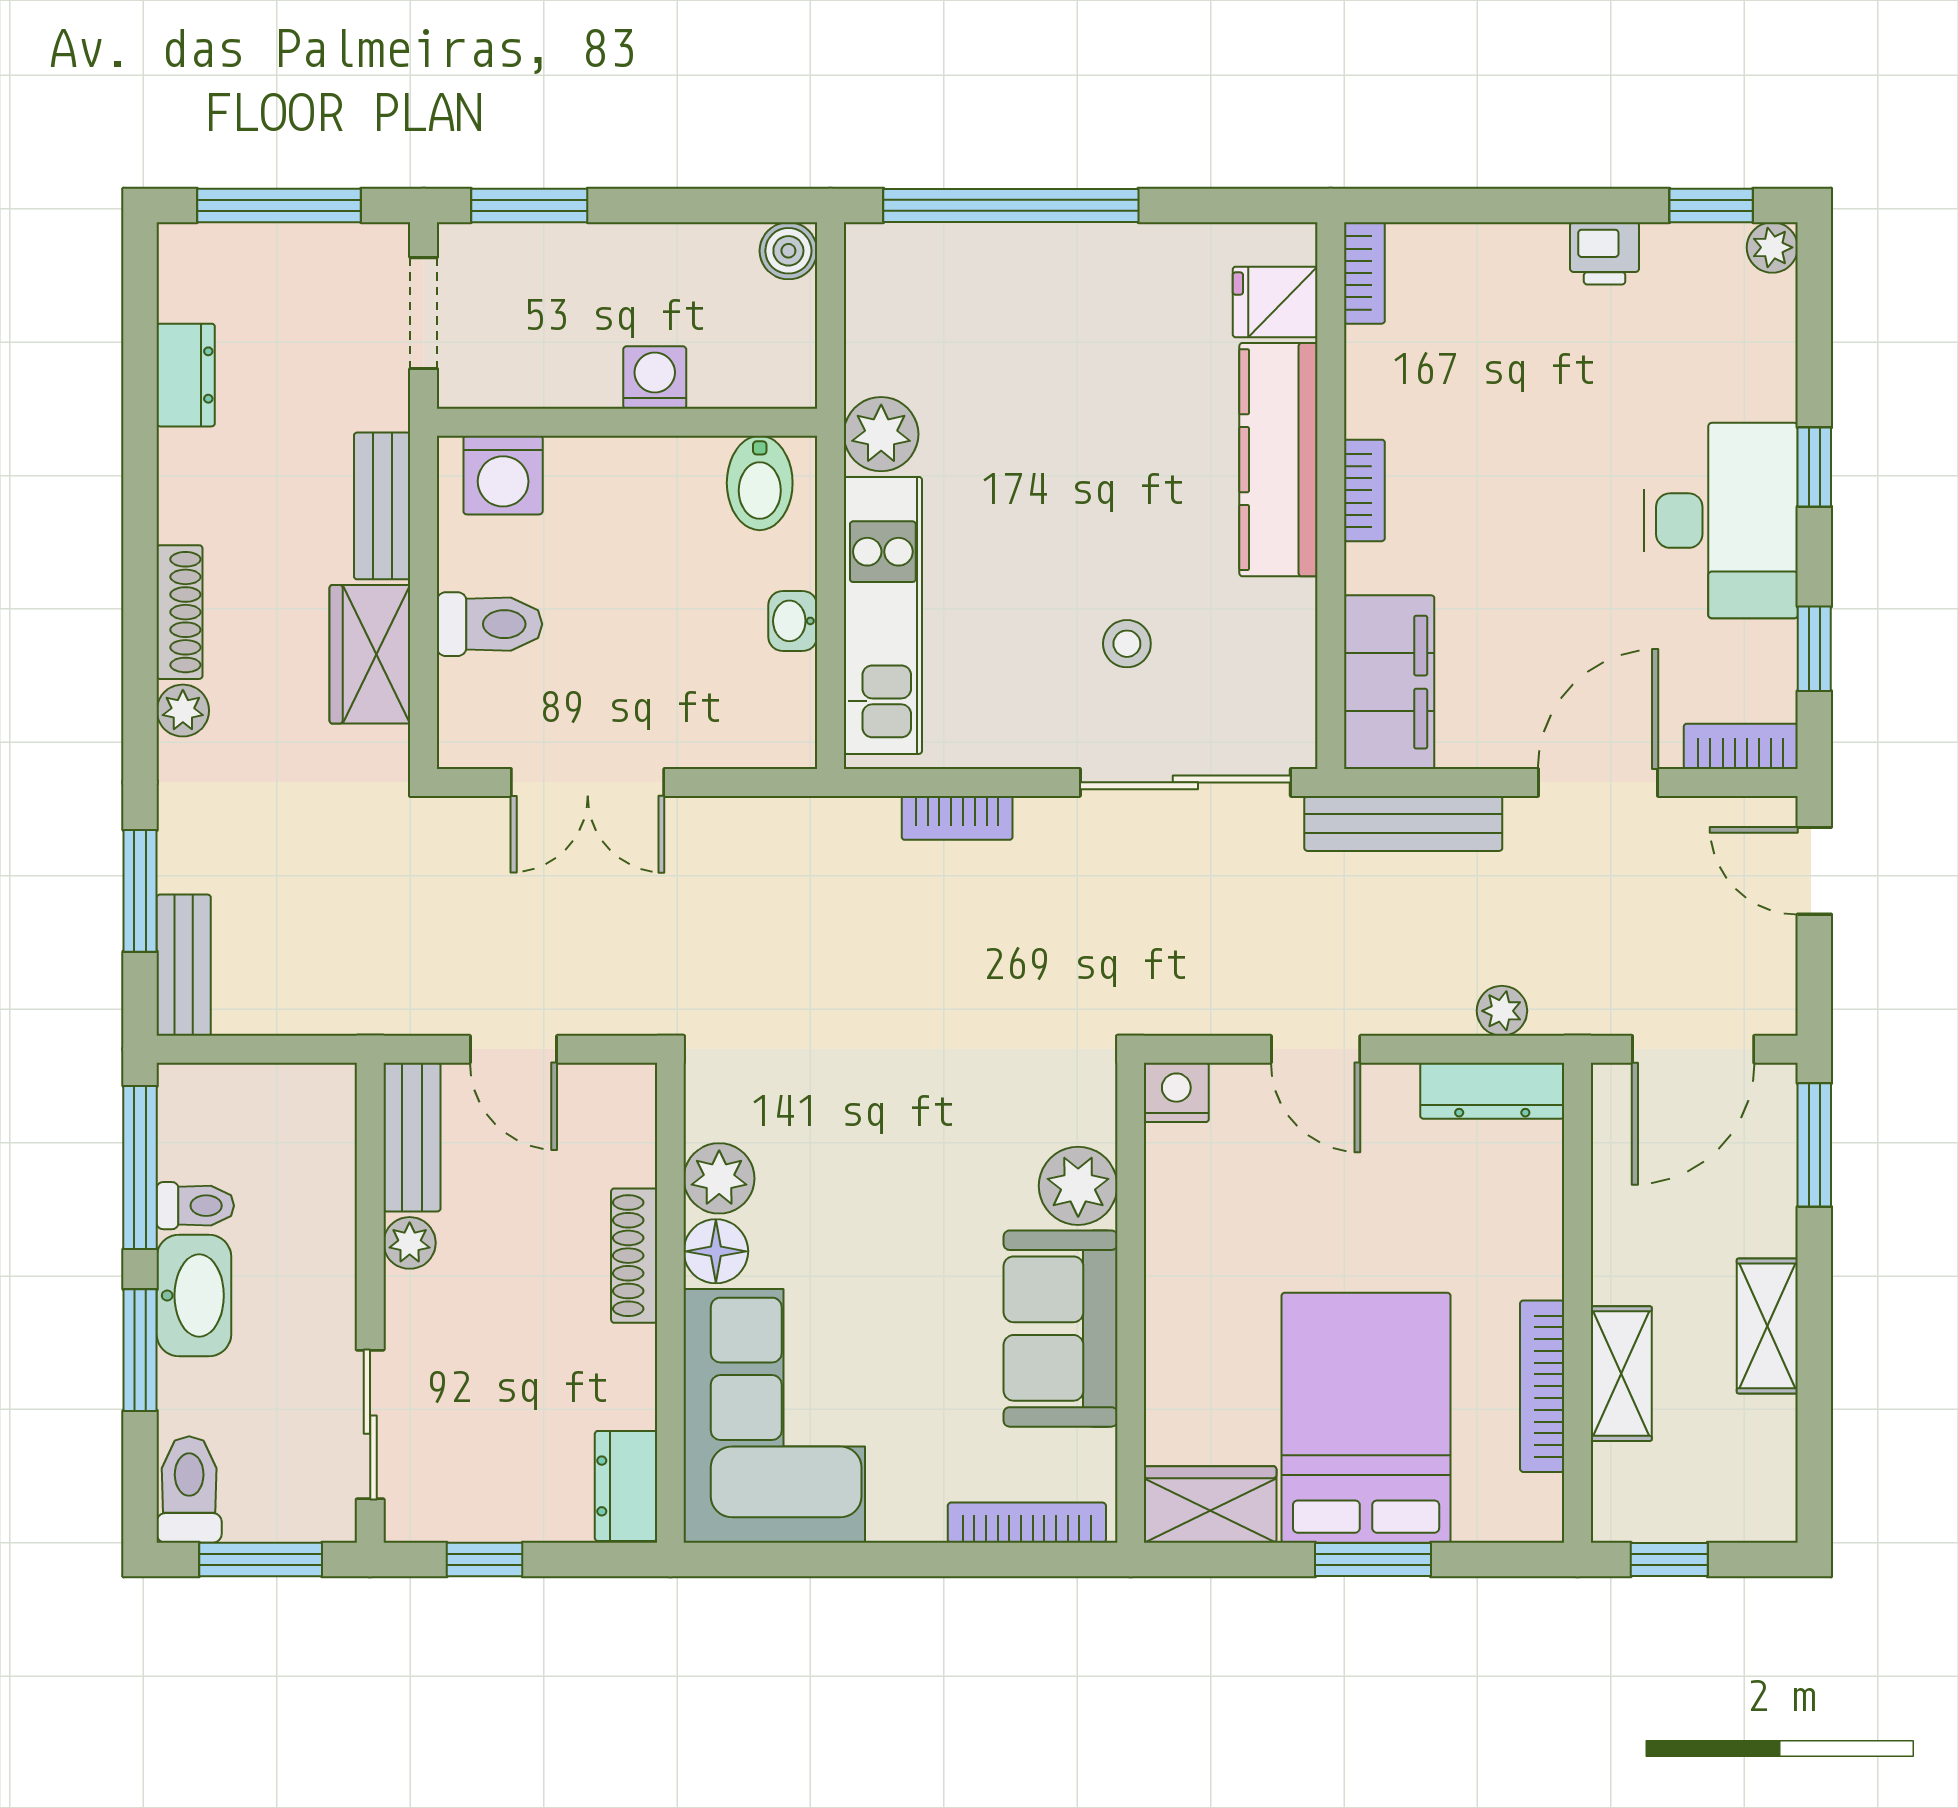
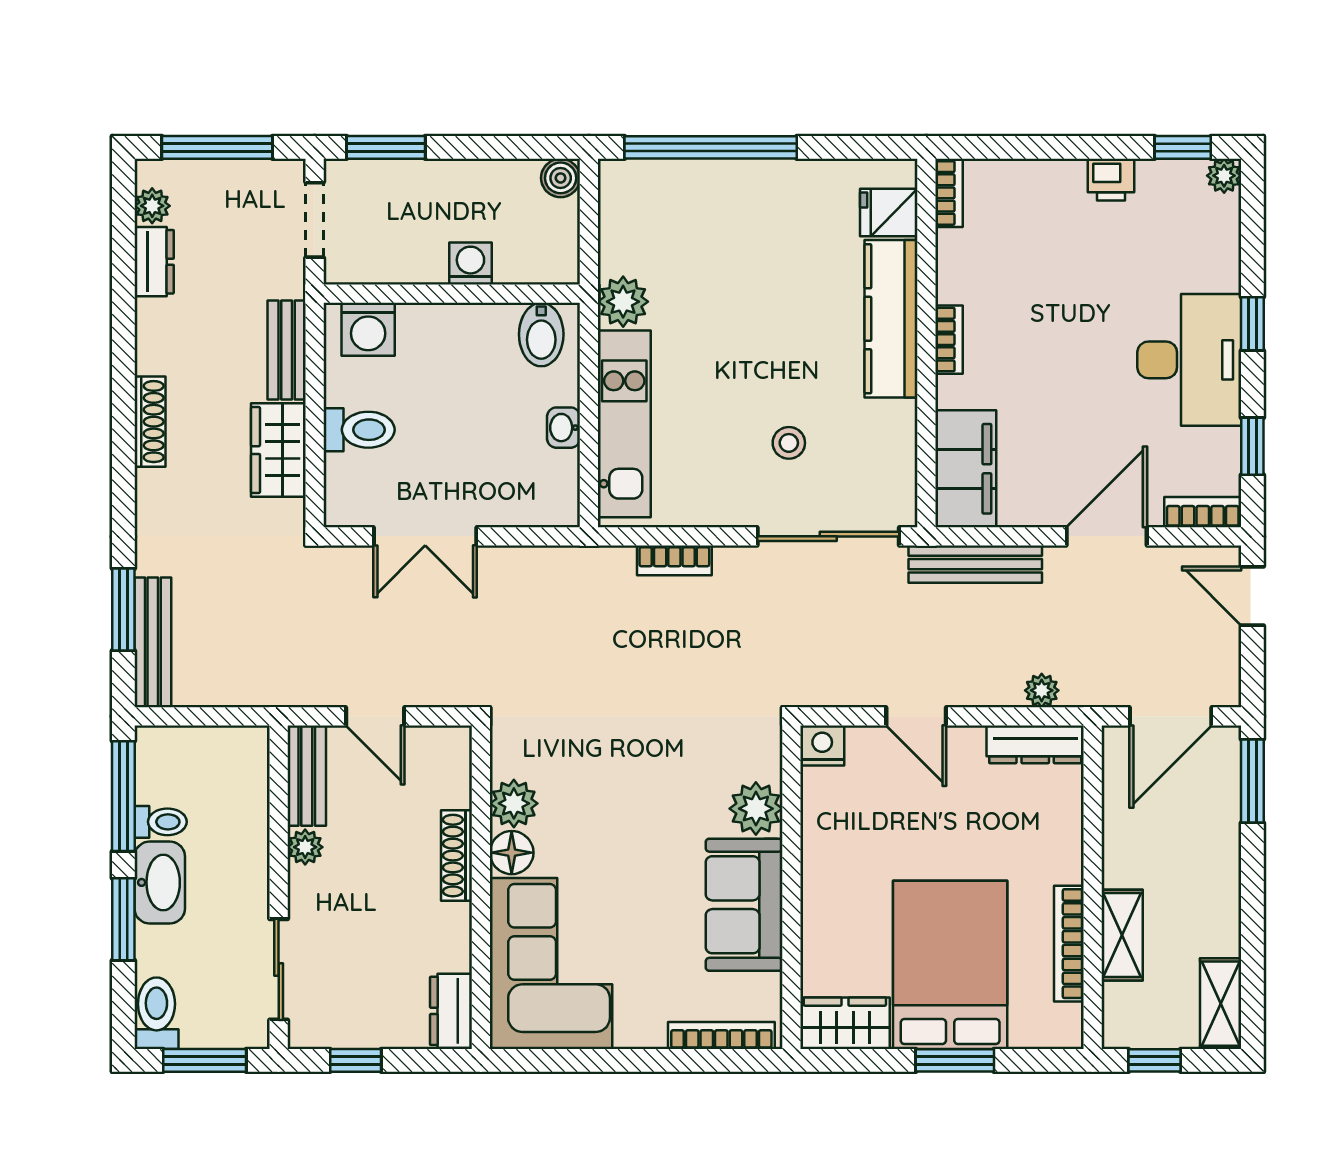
plant: (183, 711) -> (152, 206), moved
bench: (184, 965) -> (153, 642), width x1.36
shelving: (1767, 1326) -> (1221, 1004), moved

